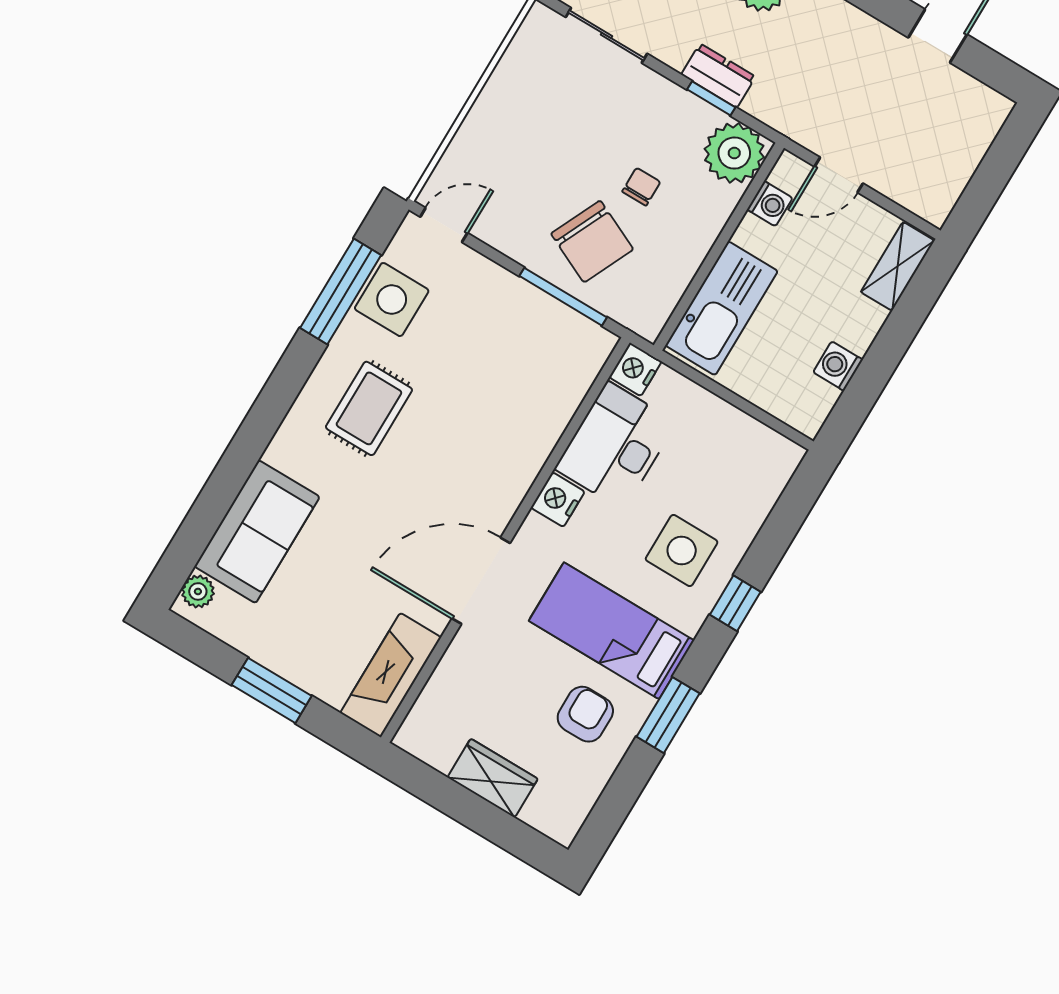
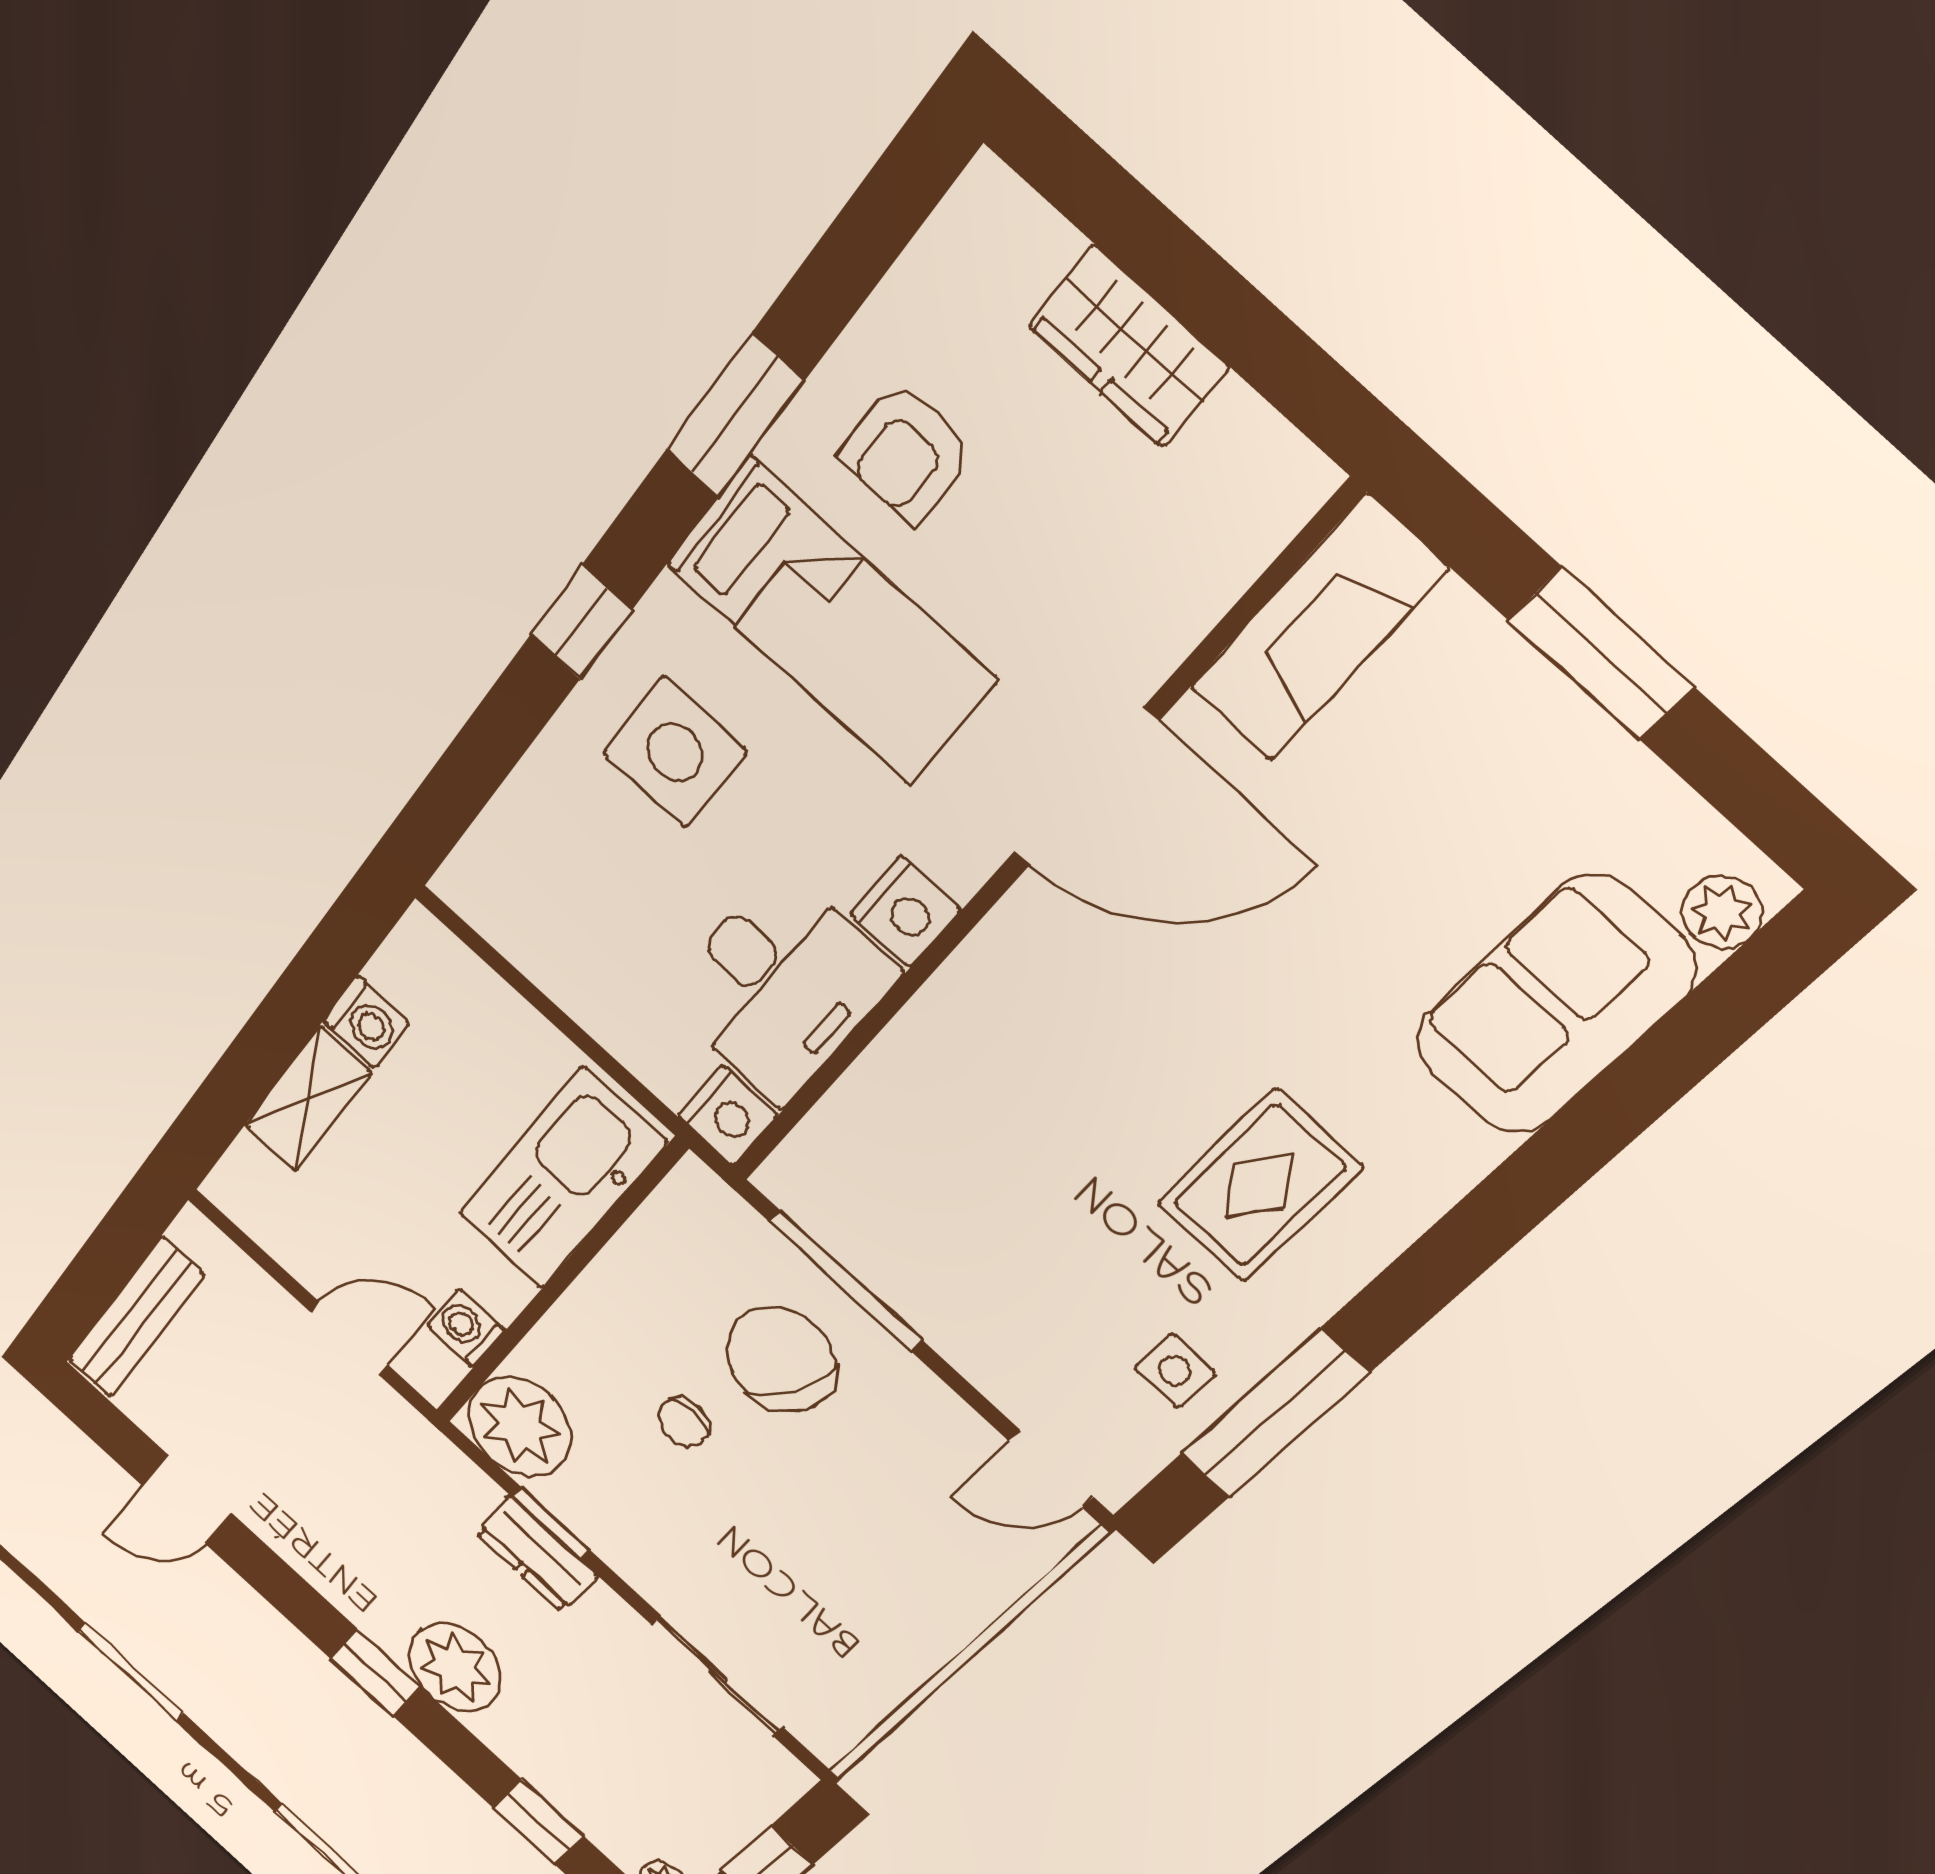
bench: (973, 146) -> (136, 1318), added
shelving: (898, 266) -> (308, 1099), moved
side table: (392, 300) -> (1175, 1371), width x0.54, depth x0.54

